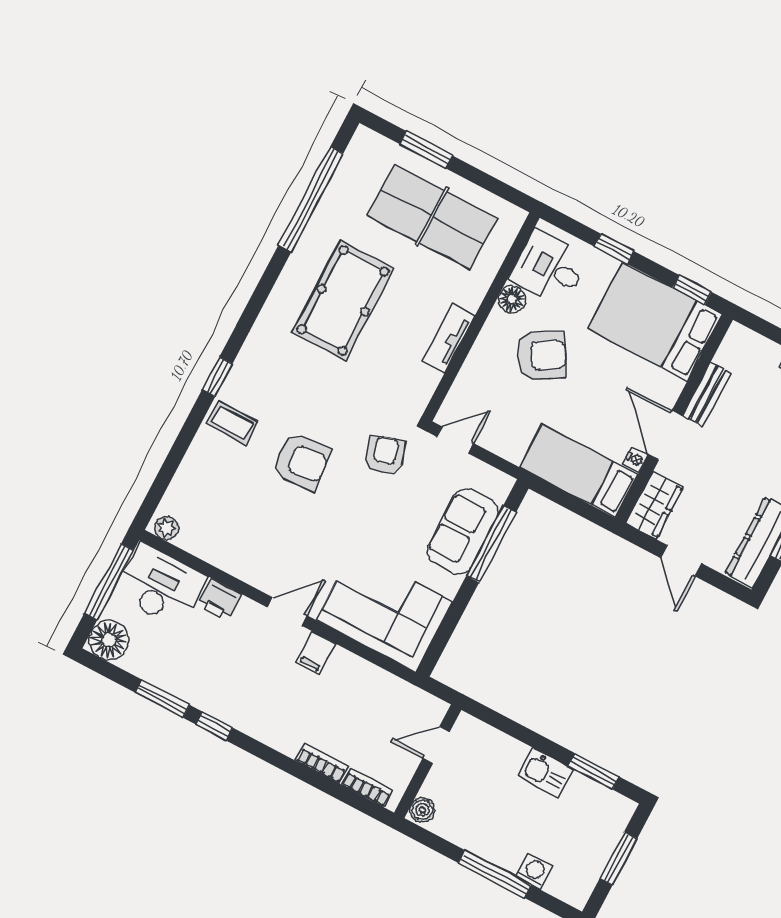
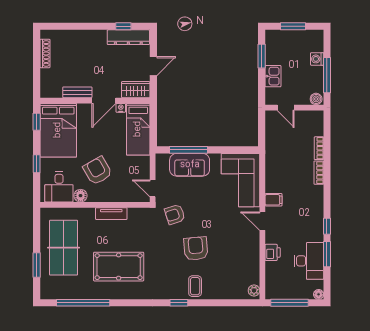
desk: (160, 586) -> (309, 261), moved, turned 180
floor lamp: (109, 640) -> (319, 294), width x0.53, depth x0.53
door: (436, 745) -> (286, 108), moved
wall: (428, 761) -> (294, 108), moved
boiler: (422, 810) -> (316, 99), moved

